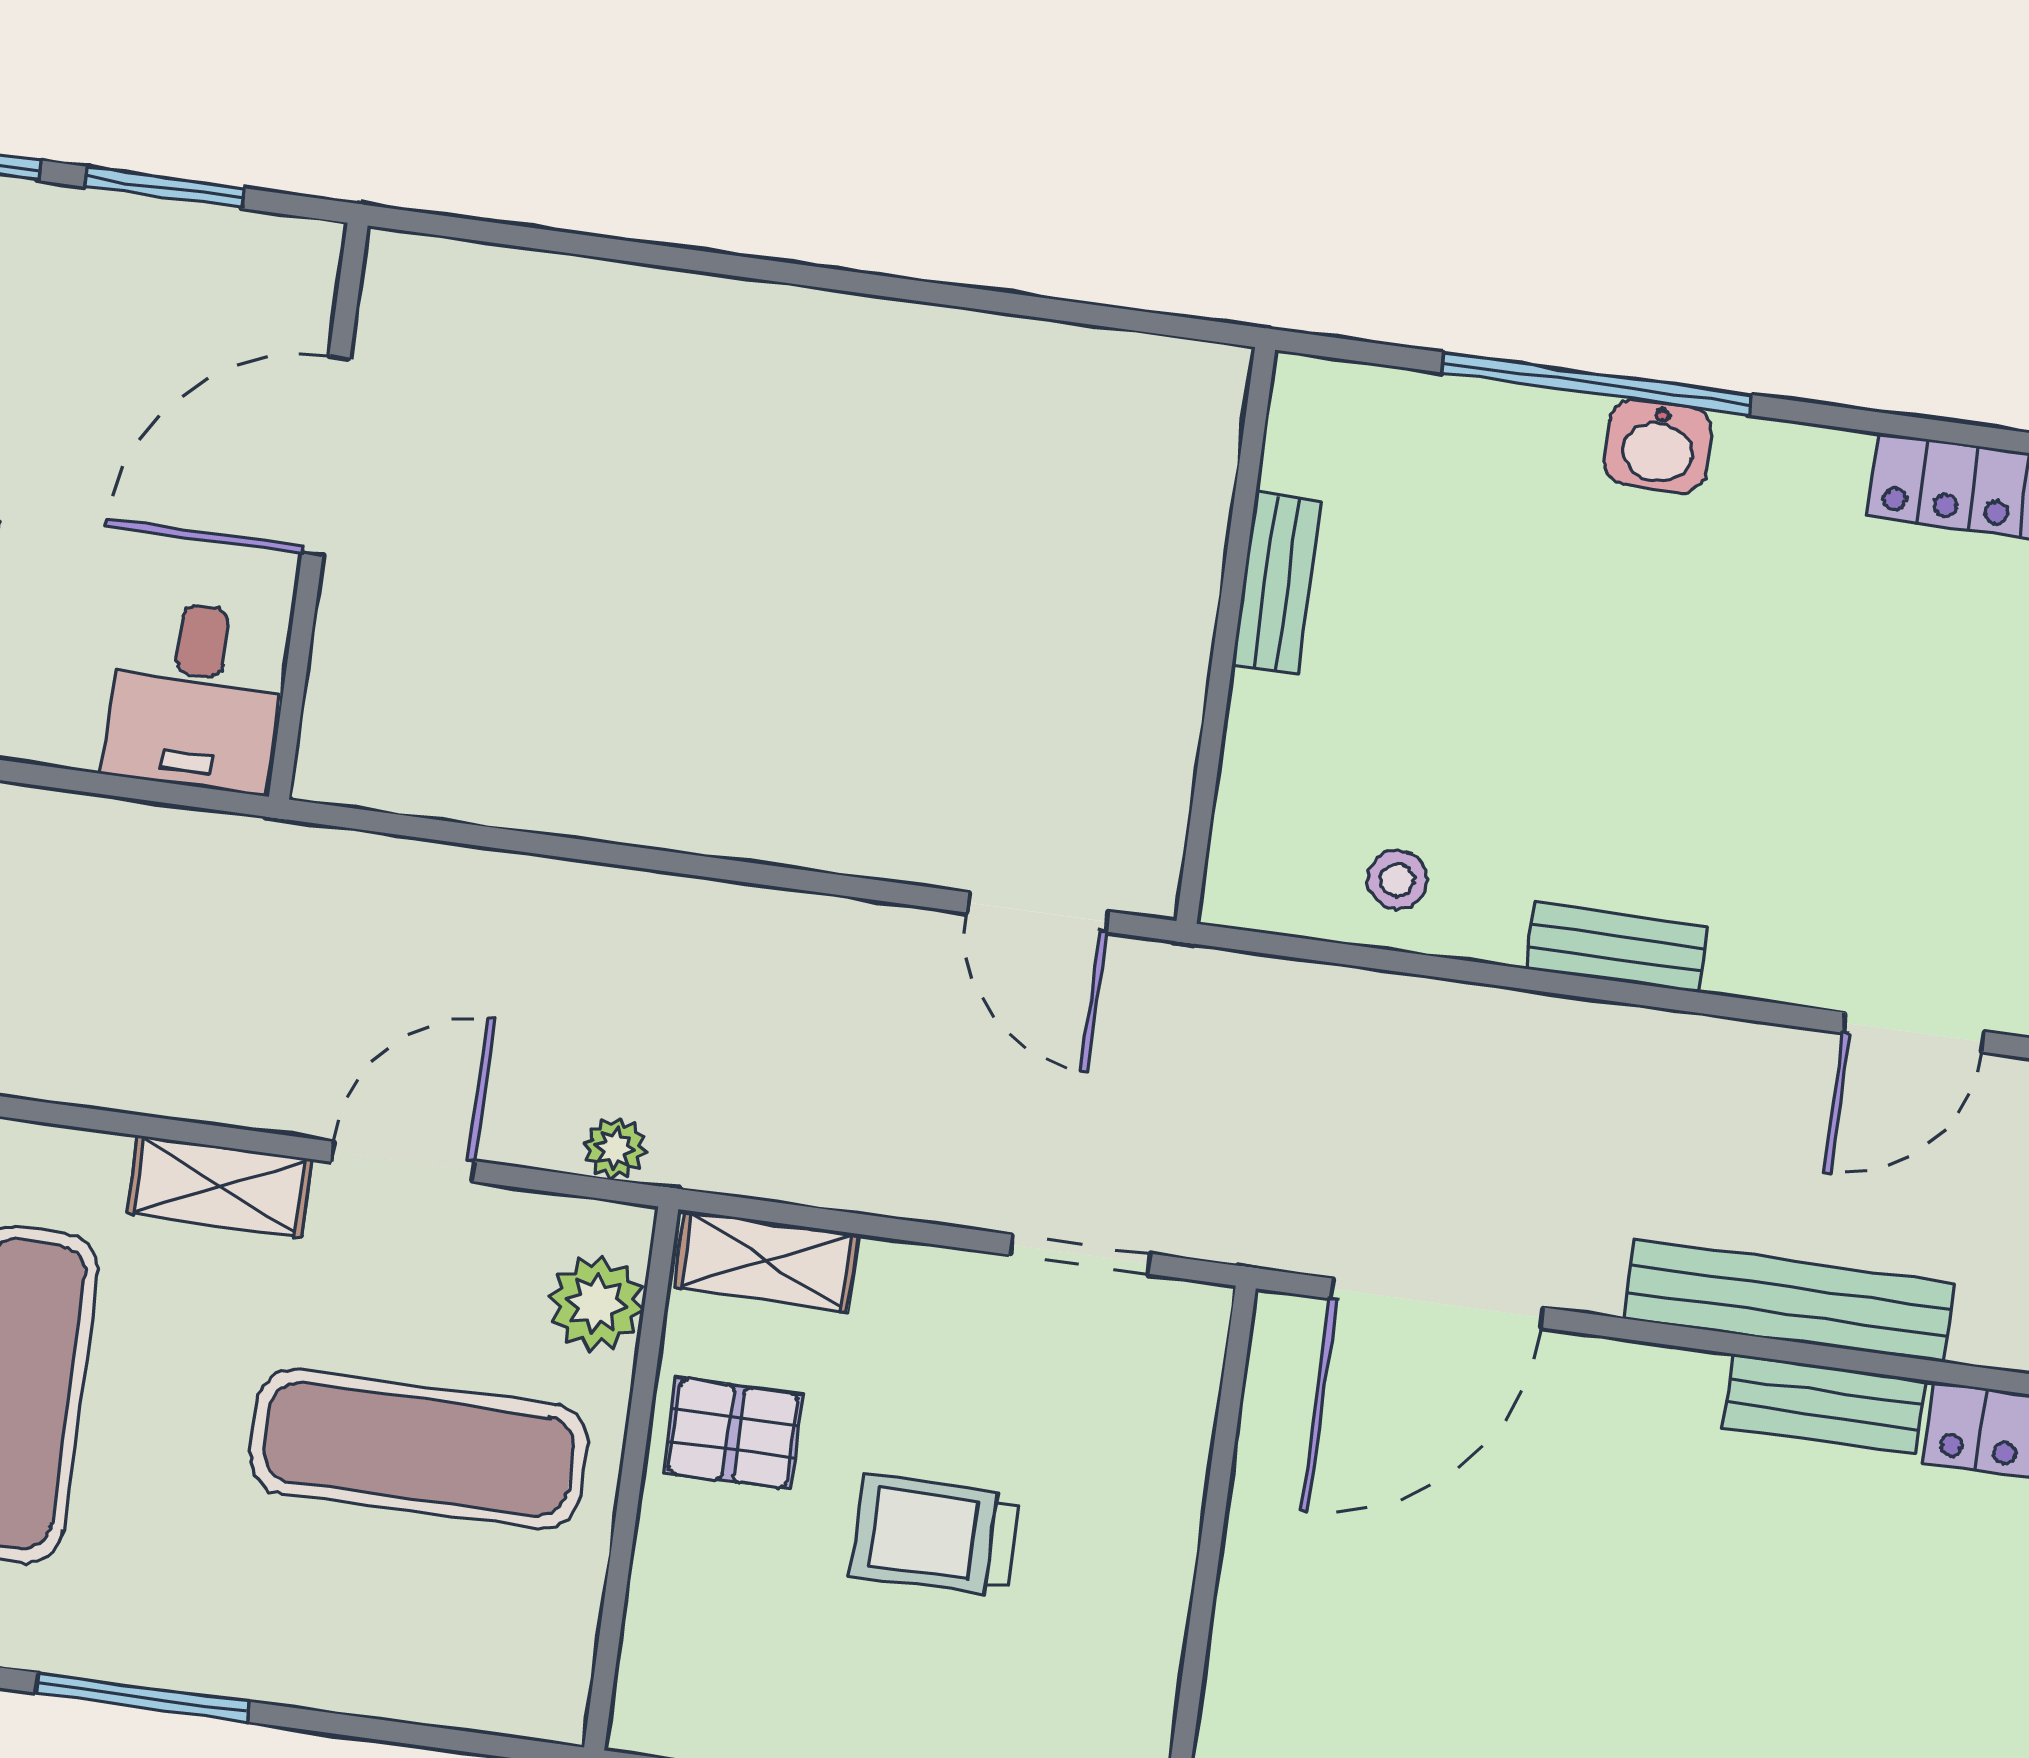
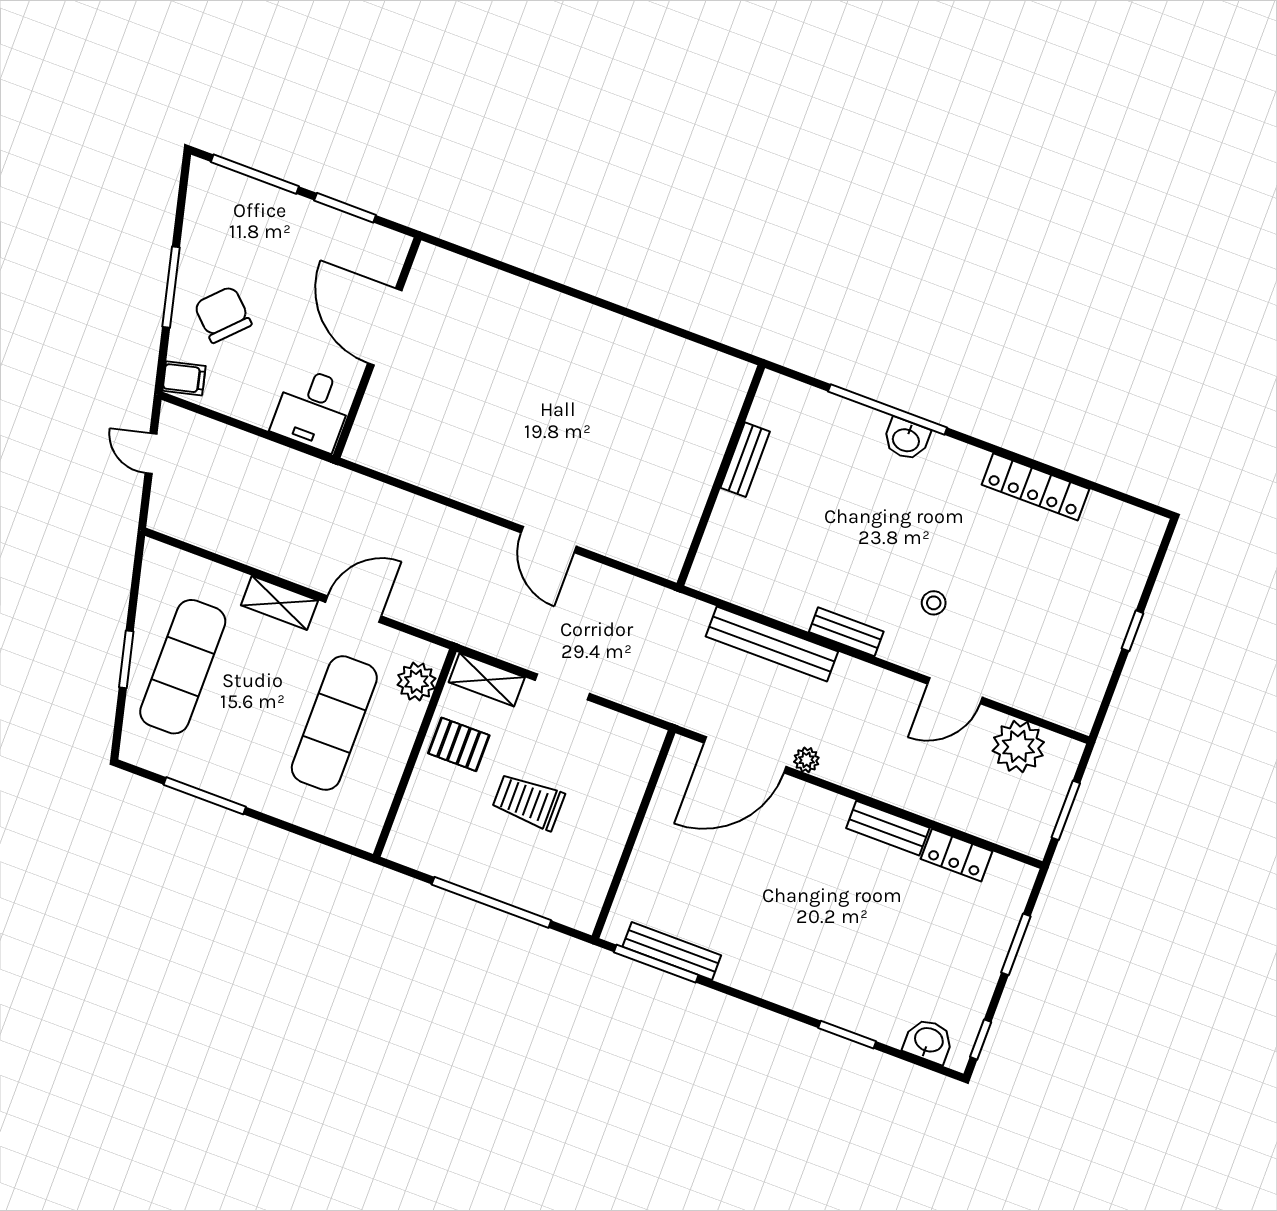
door: (326, 456) -> (385, 327), hinge flipped
stool: (1397, 880) -> (934, 603), moved
door: (1038, 912) -> (549, 540), moved
plant: (615, 1148) -> (806, 760), moved
doorway: (1080, 1254) -> (562, 687), moved
bench: (1789, 1301) -> (772, 644), moved
exercise mat: (419, 1449) -> (334, 723), turned 90

